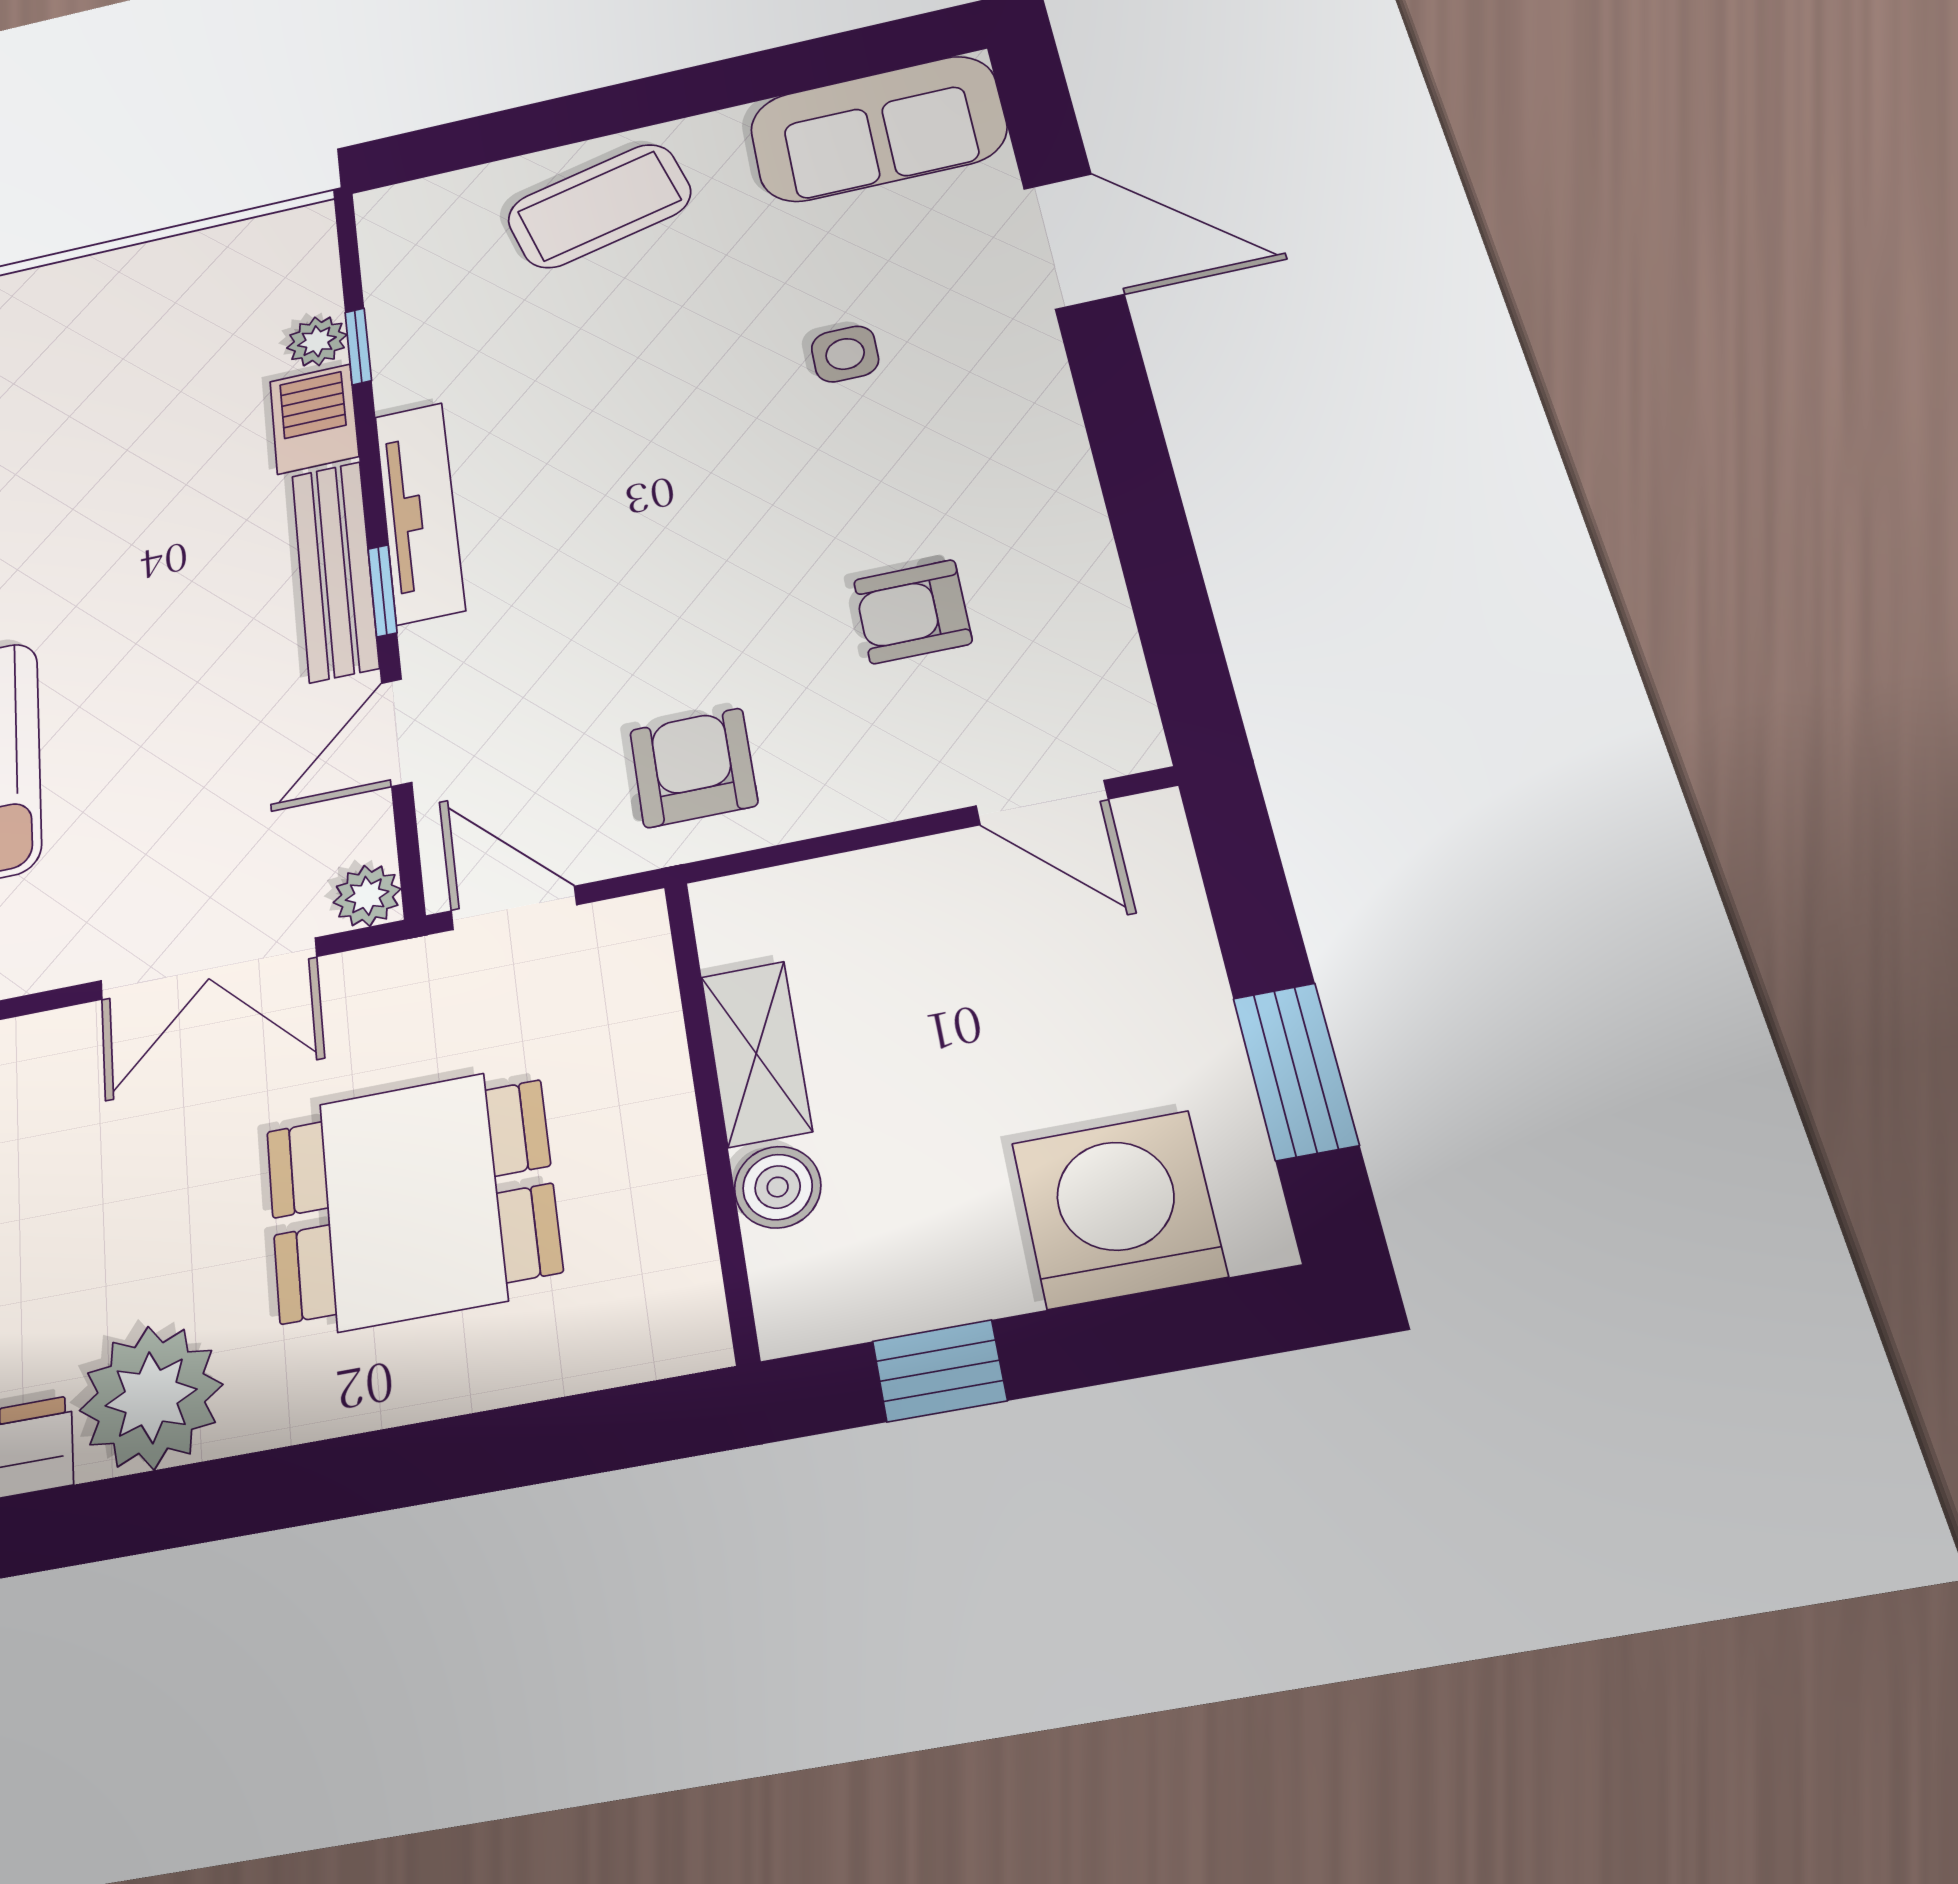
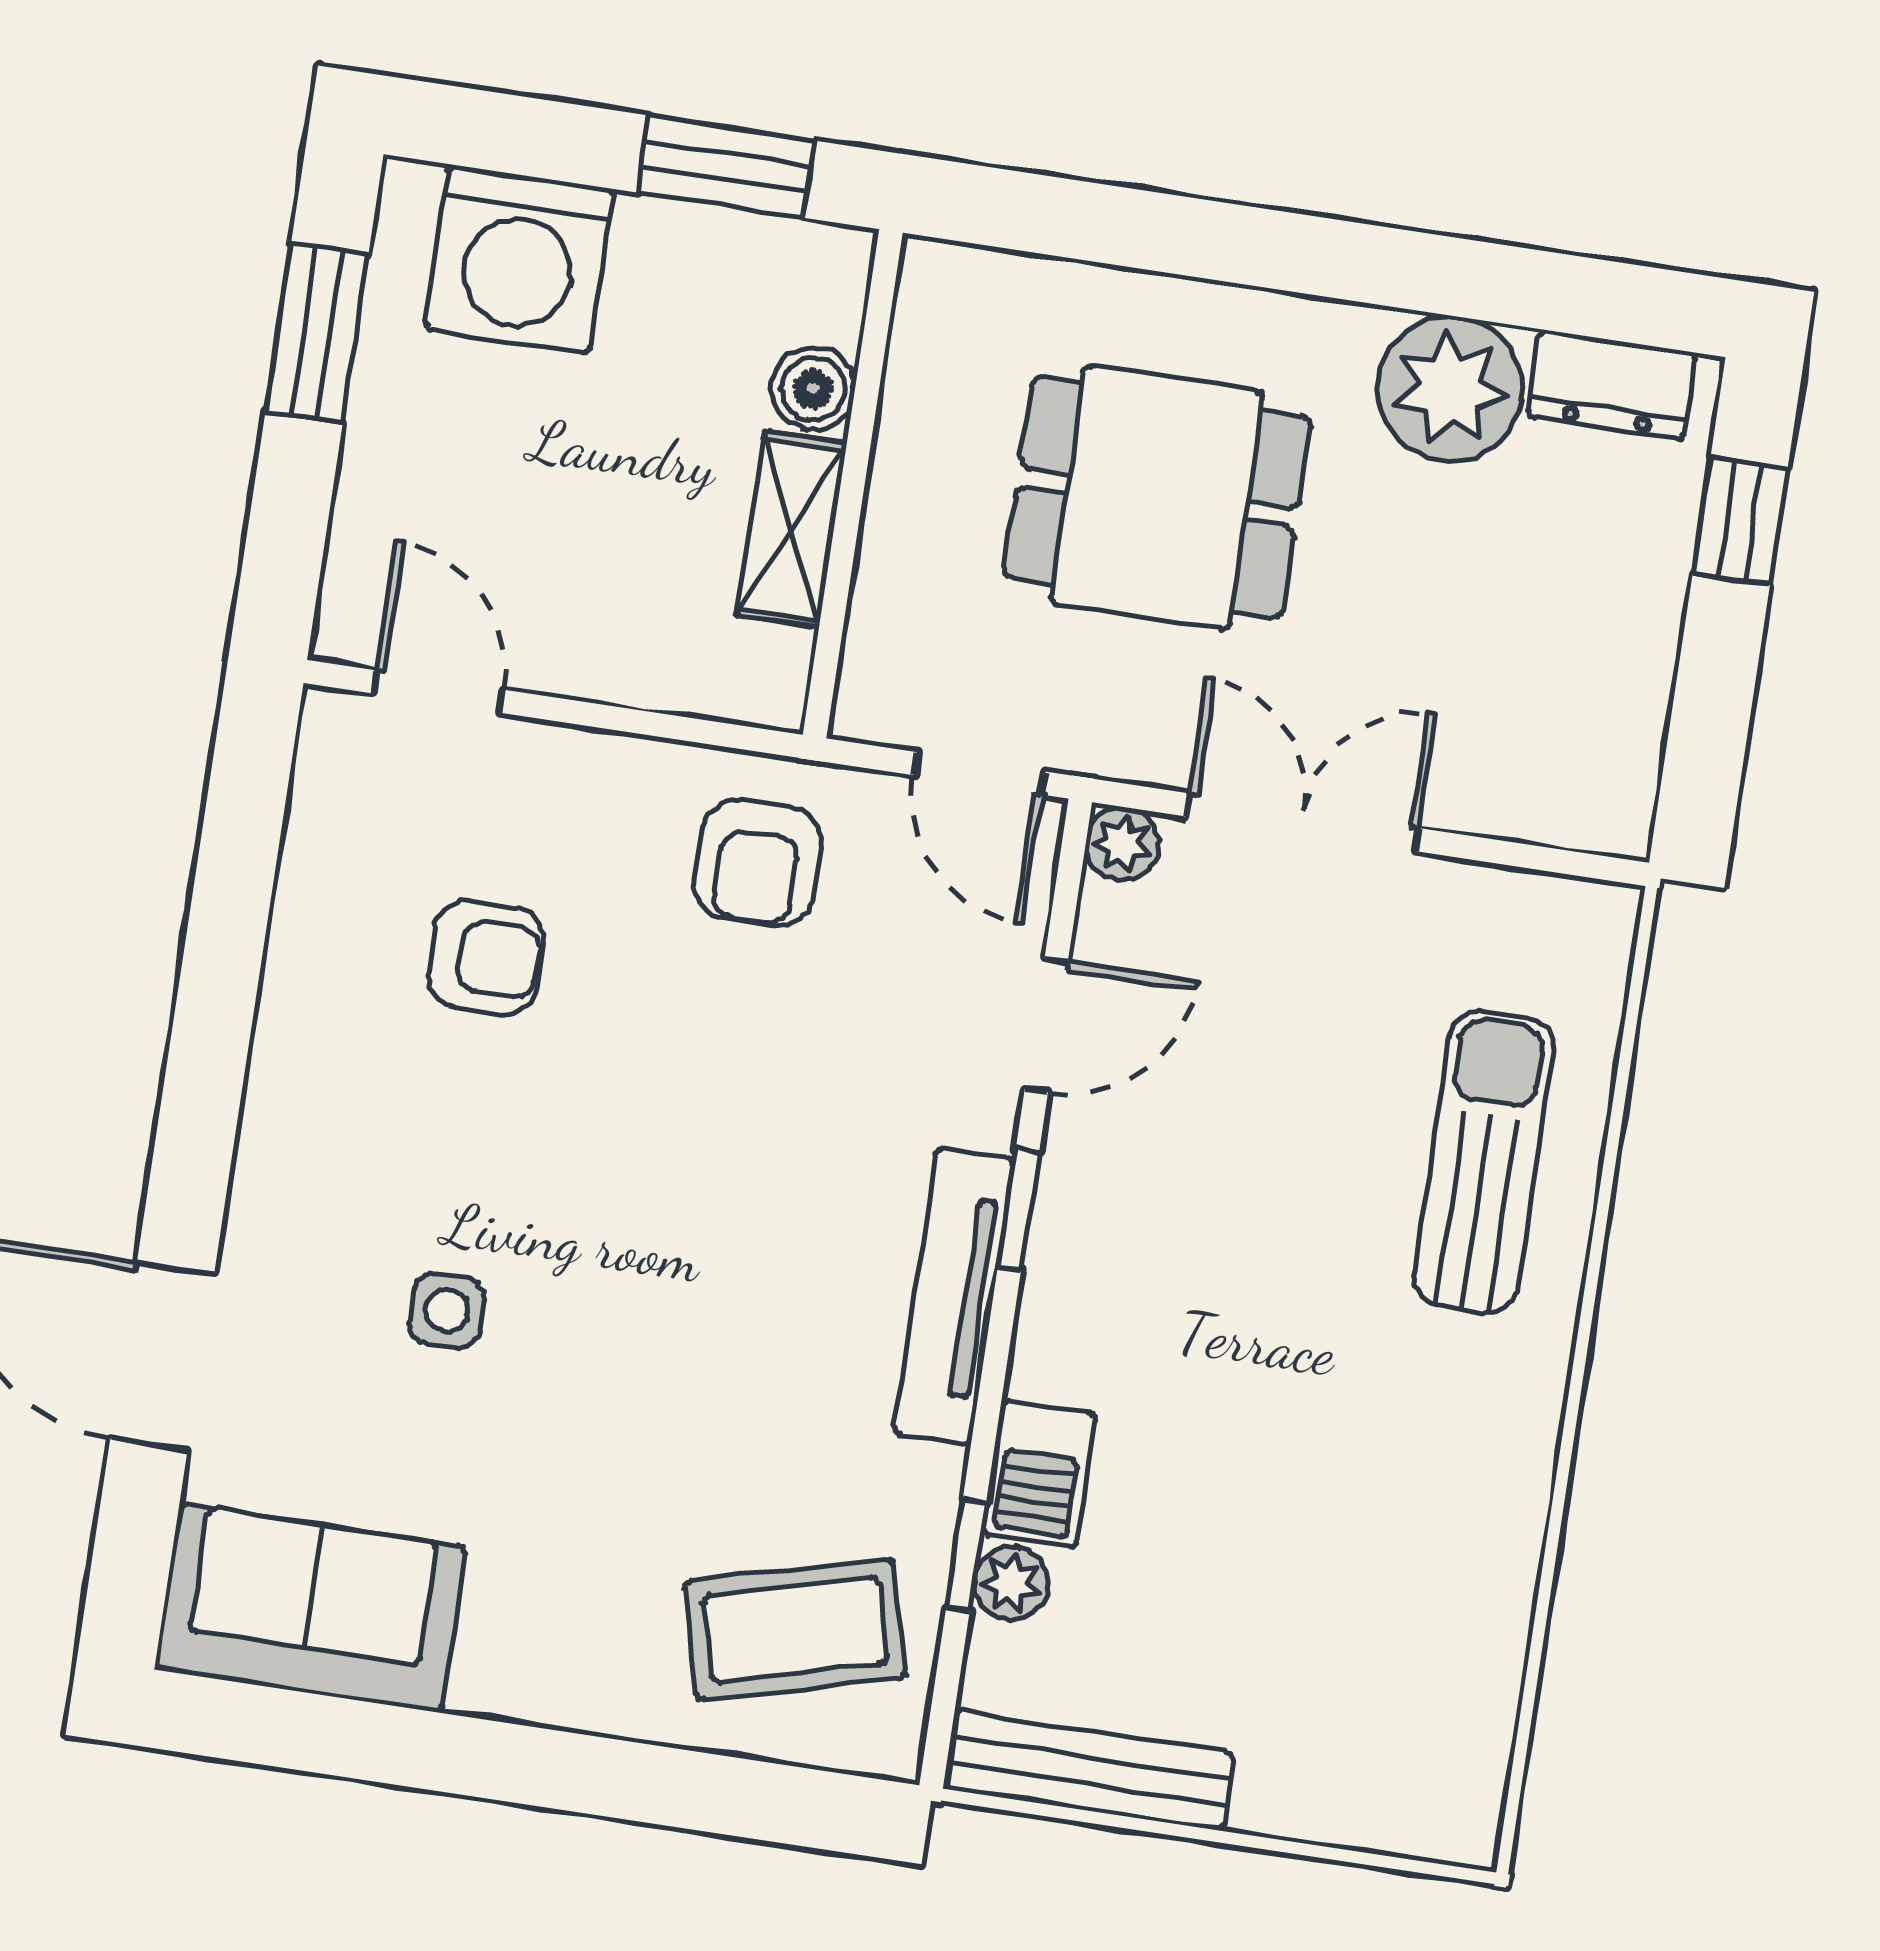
coffee table: (599, 206) -> (795, 1629), moved
bench: (335, 570) -> (1088, 1771), moved, turned 90
window: (939, 1371) -> (726, 167), width x1.50

